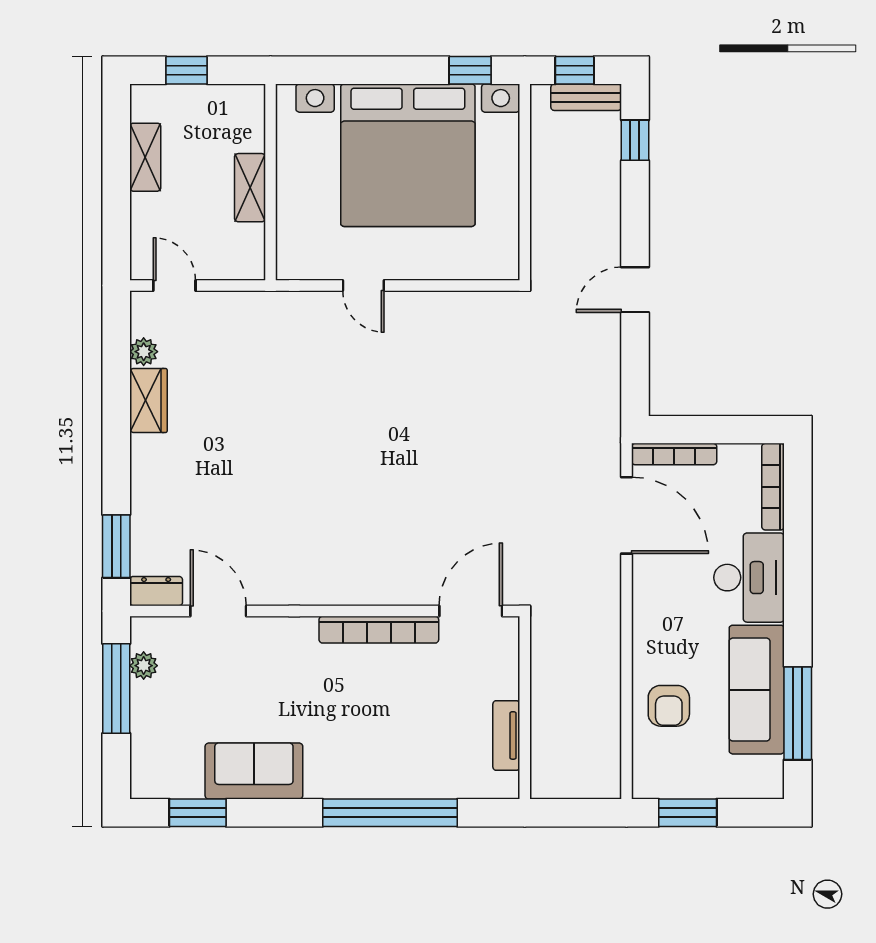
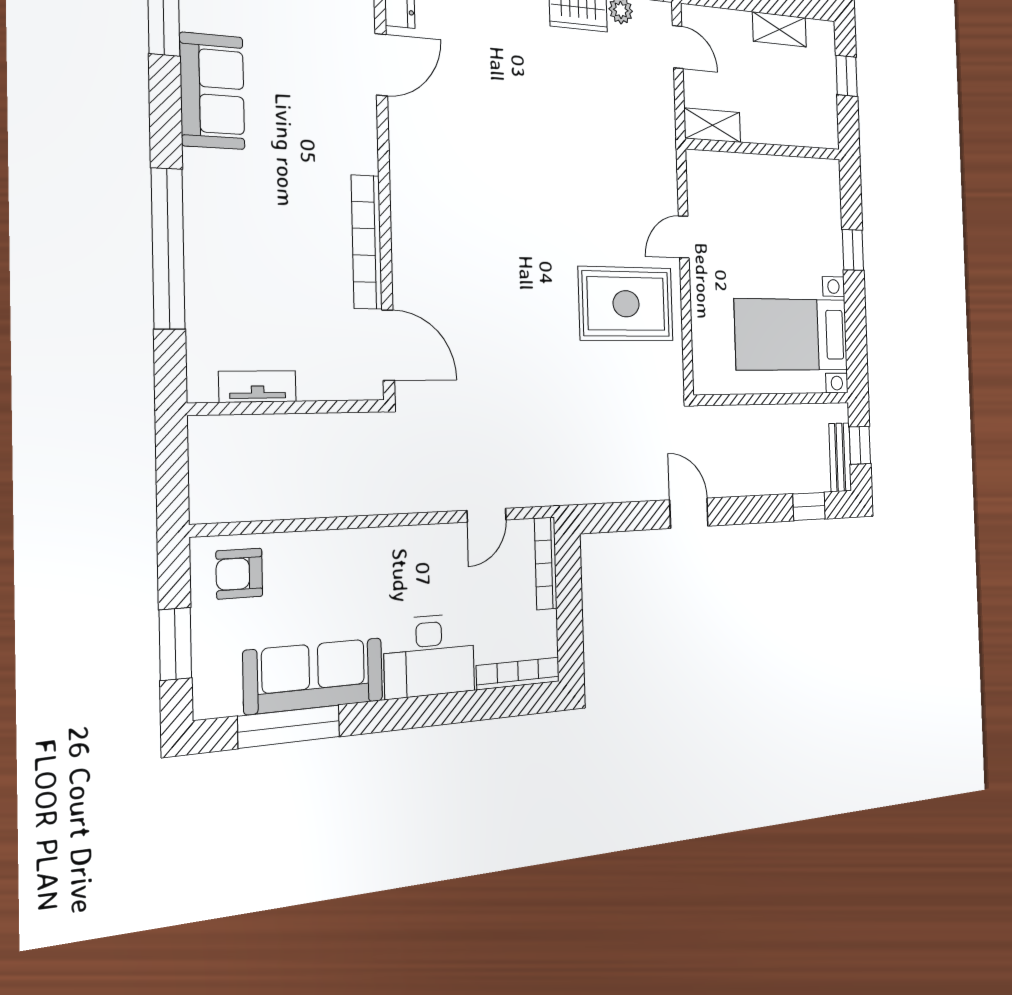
window: (470, 70) -> (853, 250), moved
bed with nightstands: (408, 155) -> (792, 334), width x0.54
shelving: (250, 188) -> (712, 125), moved
door: (174, 286) -> (678, 47), hinge flipped
rug: (430, 356) -> (626, 304), added
door: (626, 515) -> (487, 515), width x0.53
armchair: (669, 706) -> (239, 574), moved
window: (688, 813) -> (175, 644), moved

